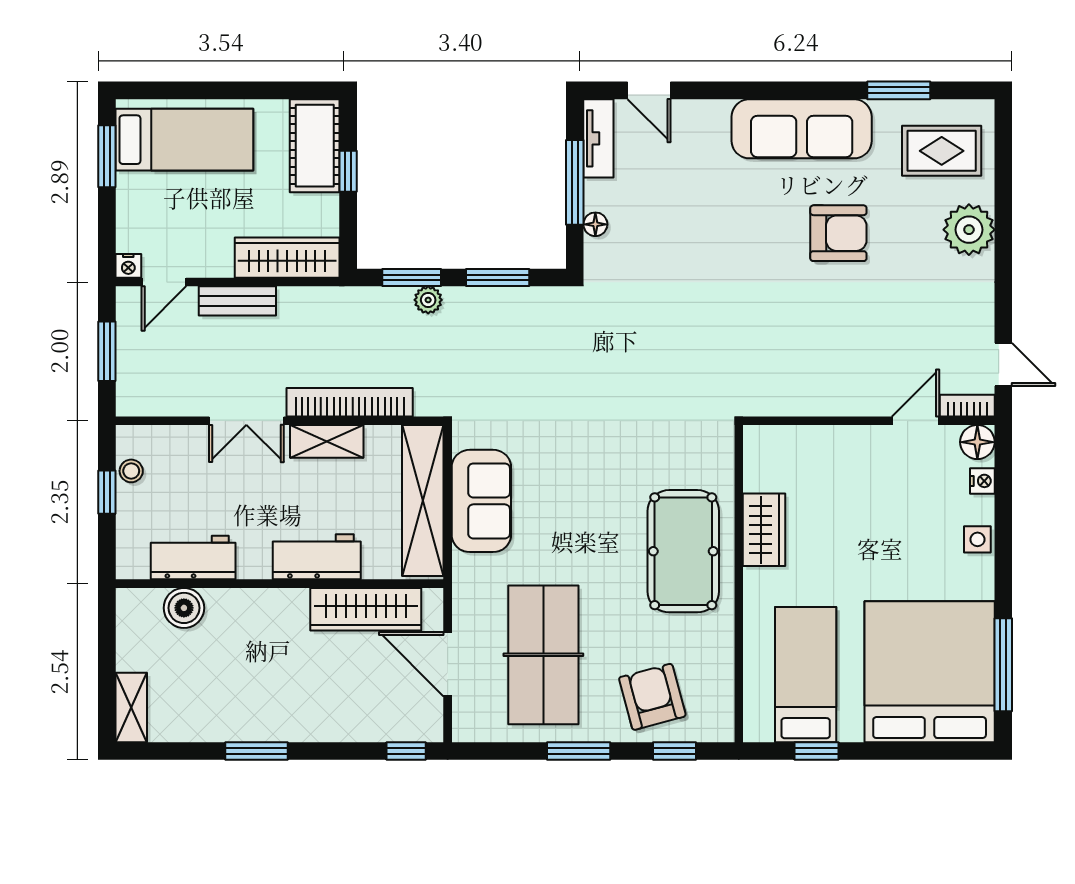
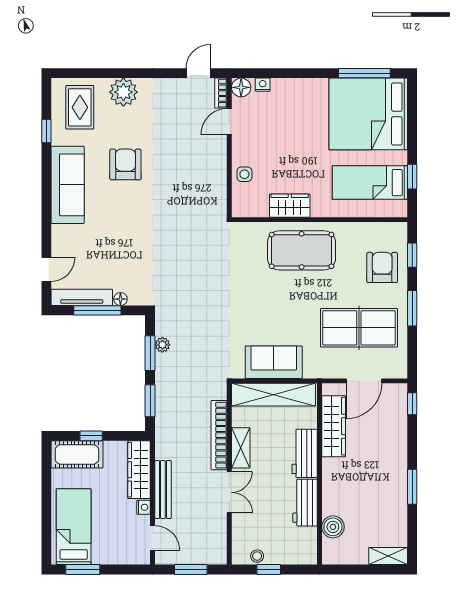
window: (899, 90) -> (46, 131), width x0.67
tv unit: (598, 138) -> (82, 297), width x1.41
nightstand: (128, 266) -> (144, 507), moved
plant: (428, 300) -> (162, 345), moved
bench: (237, 301) -> (163, 490), width x1.36
door: (916, 421) -> (229, 122), hinge flipped
side table: (977, 539) -> (244, 174), moved
workbench: (193, 558) -> (305, 503), moved
armchair: (652, 697) -> (382, 267), turned 105

